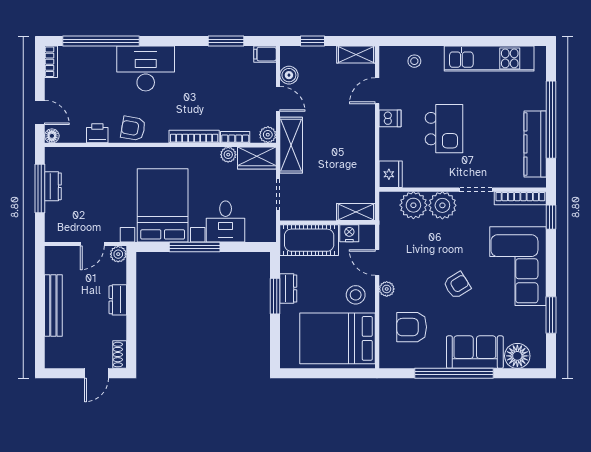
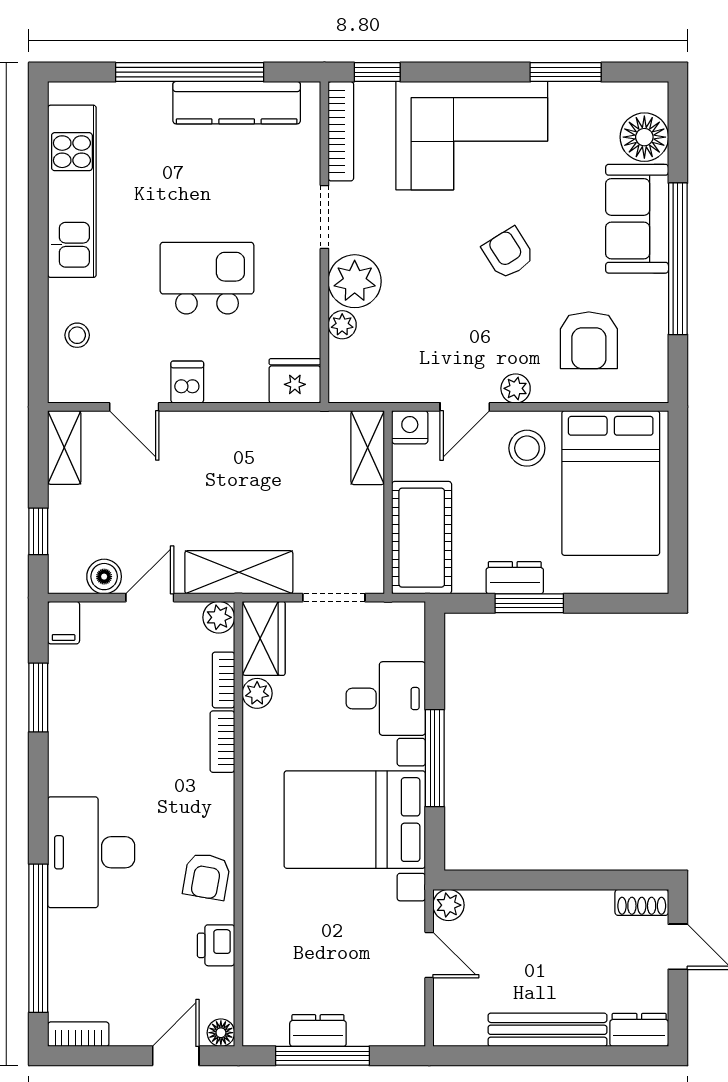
bookcase: (194, 137) -> (222, 742), width x0.64
plant: (413, 205) -> (342, 325), width x0.53, depth x0.53
nightstand: (349, 233) -> (410, 427), moved, turned 90
dresser: (118, 300) -> (639, 1030), moved, turned 180

